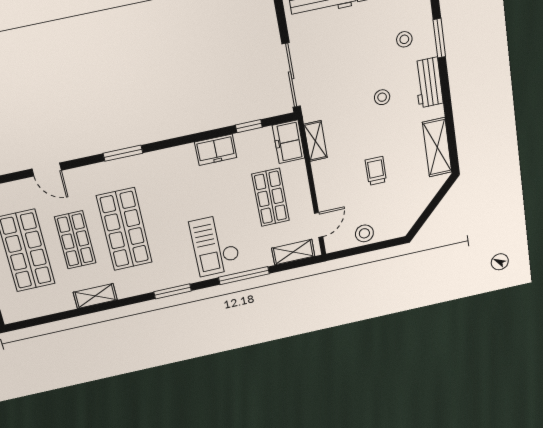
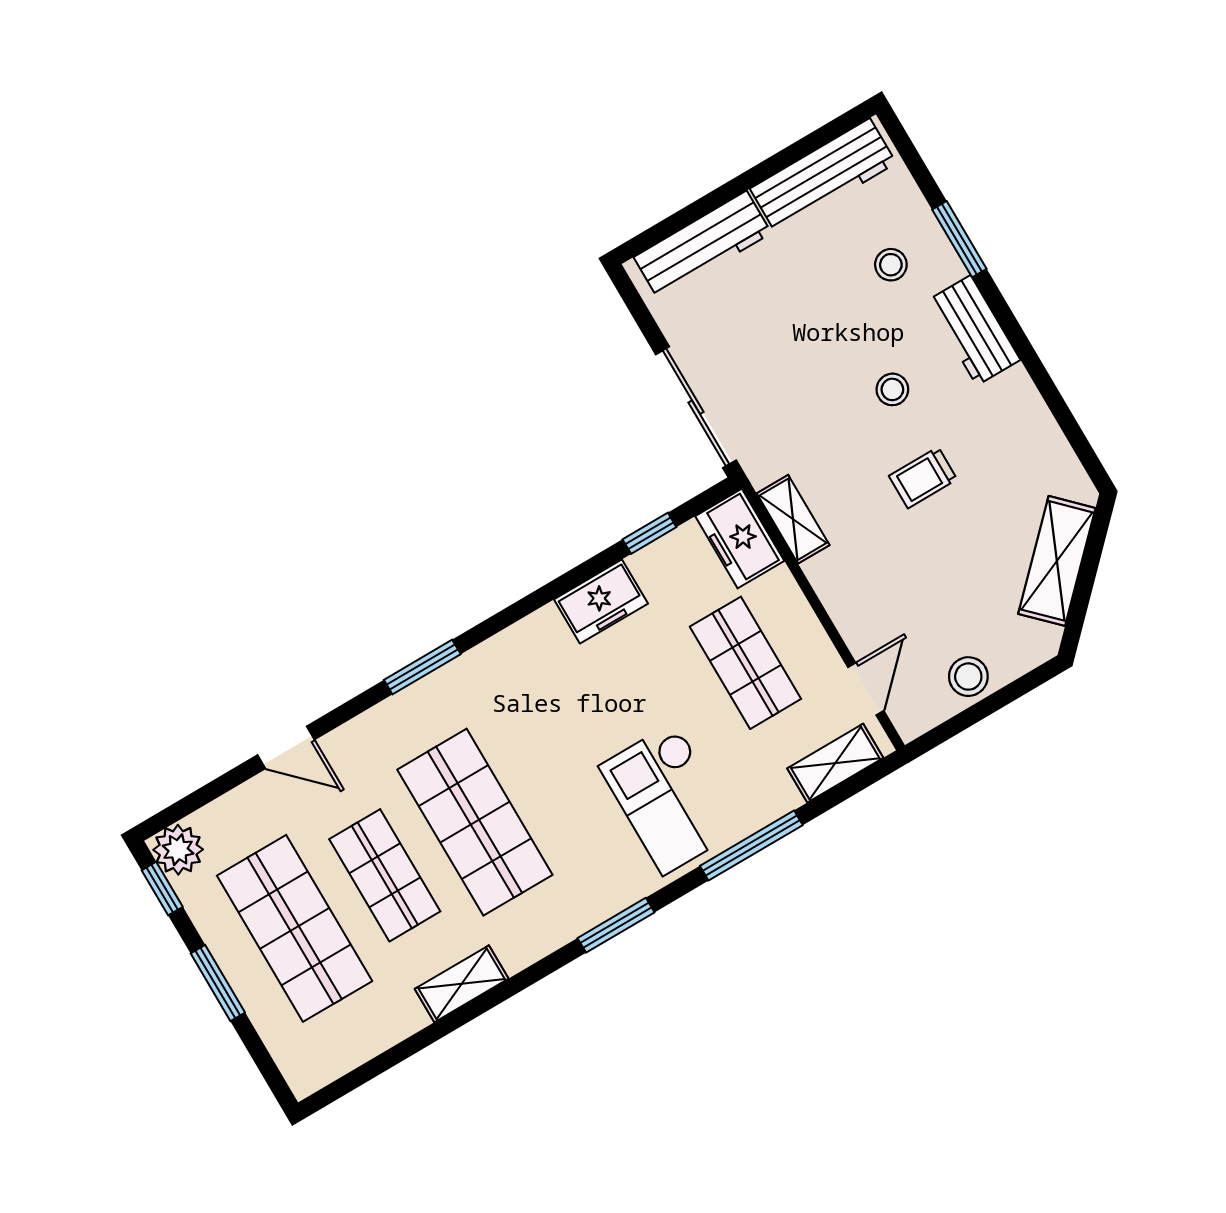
shelving: (437, 147) -> (1057, 561), moved, turned 45
trolley: (376, 171) -> (923, 478), moved, turned -90

